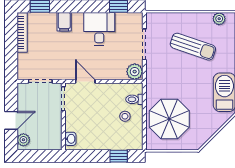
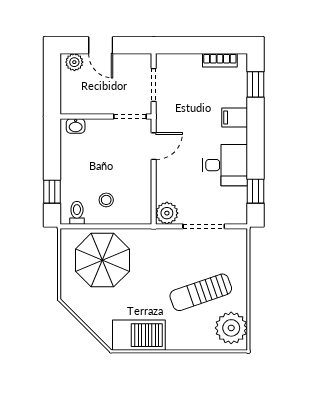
plant: (219, 19) -> (231, 328), width x1.87, depth x1.87
bookcase: (22, 33) -> (220, 60), width x0.64
sun lounger: (193, 47) -> (201, 292), turned 52
toilet: (134, 99) -> (77, 213), moved

